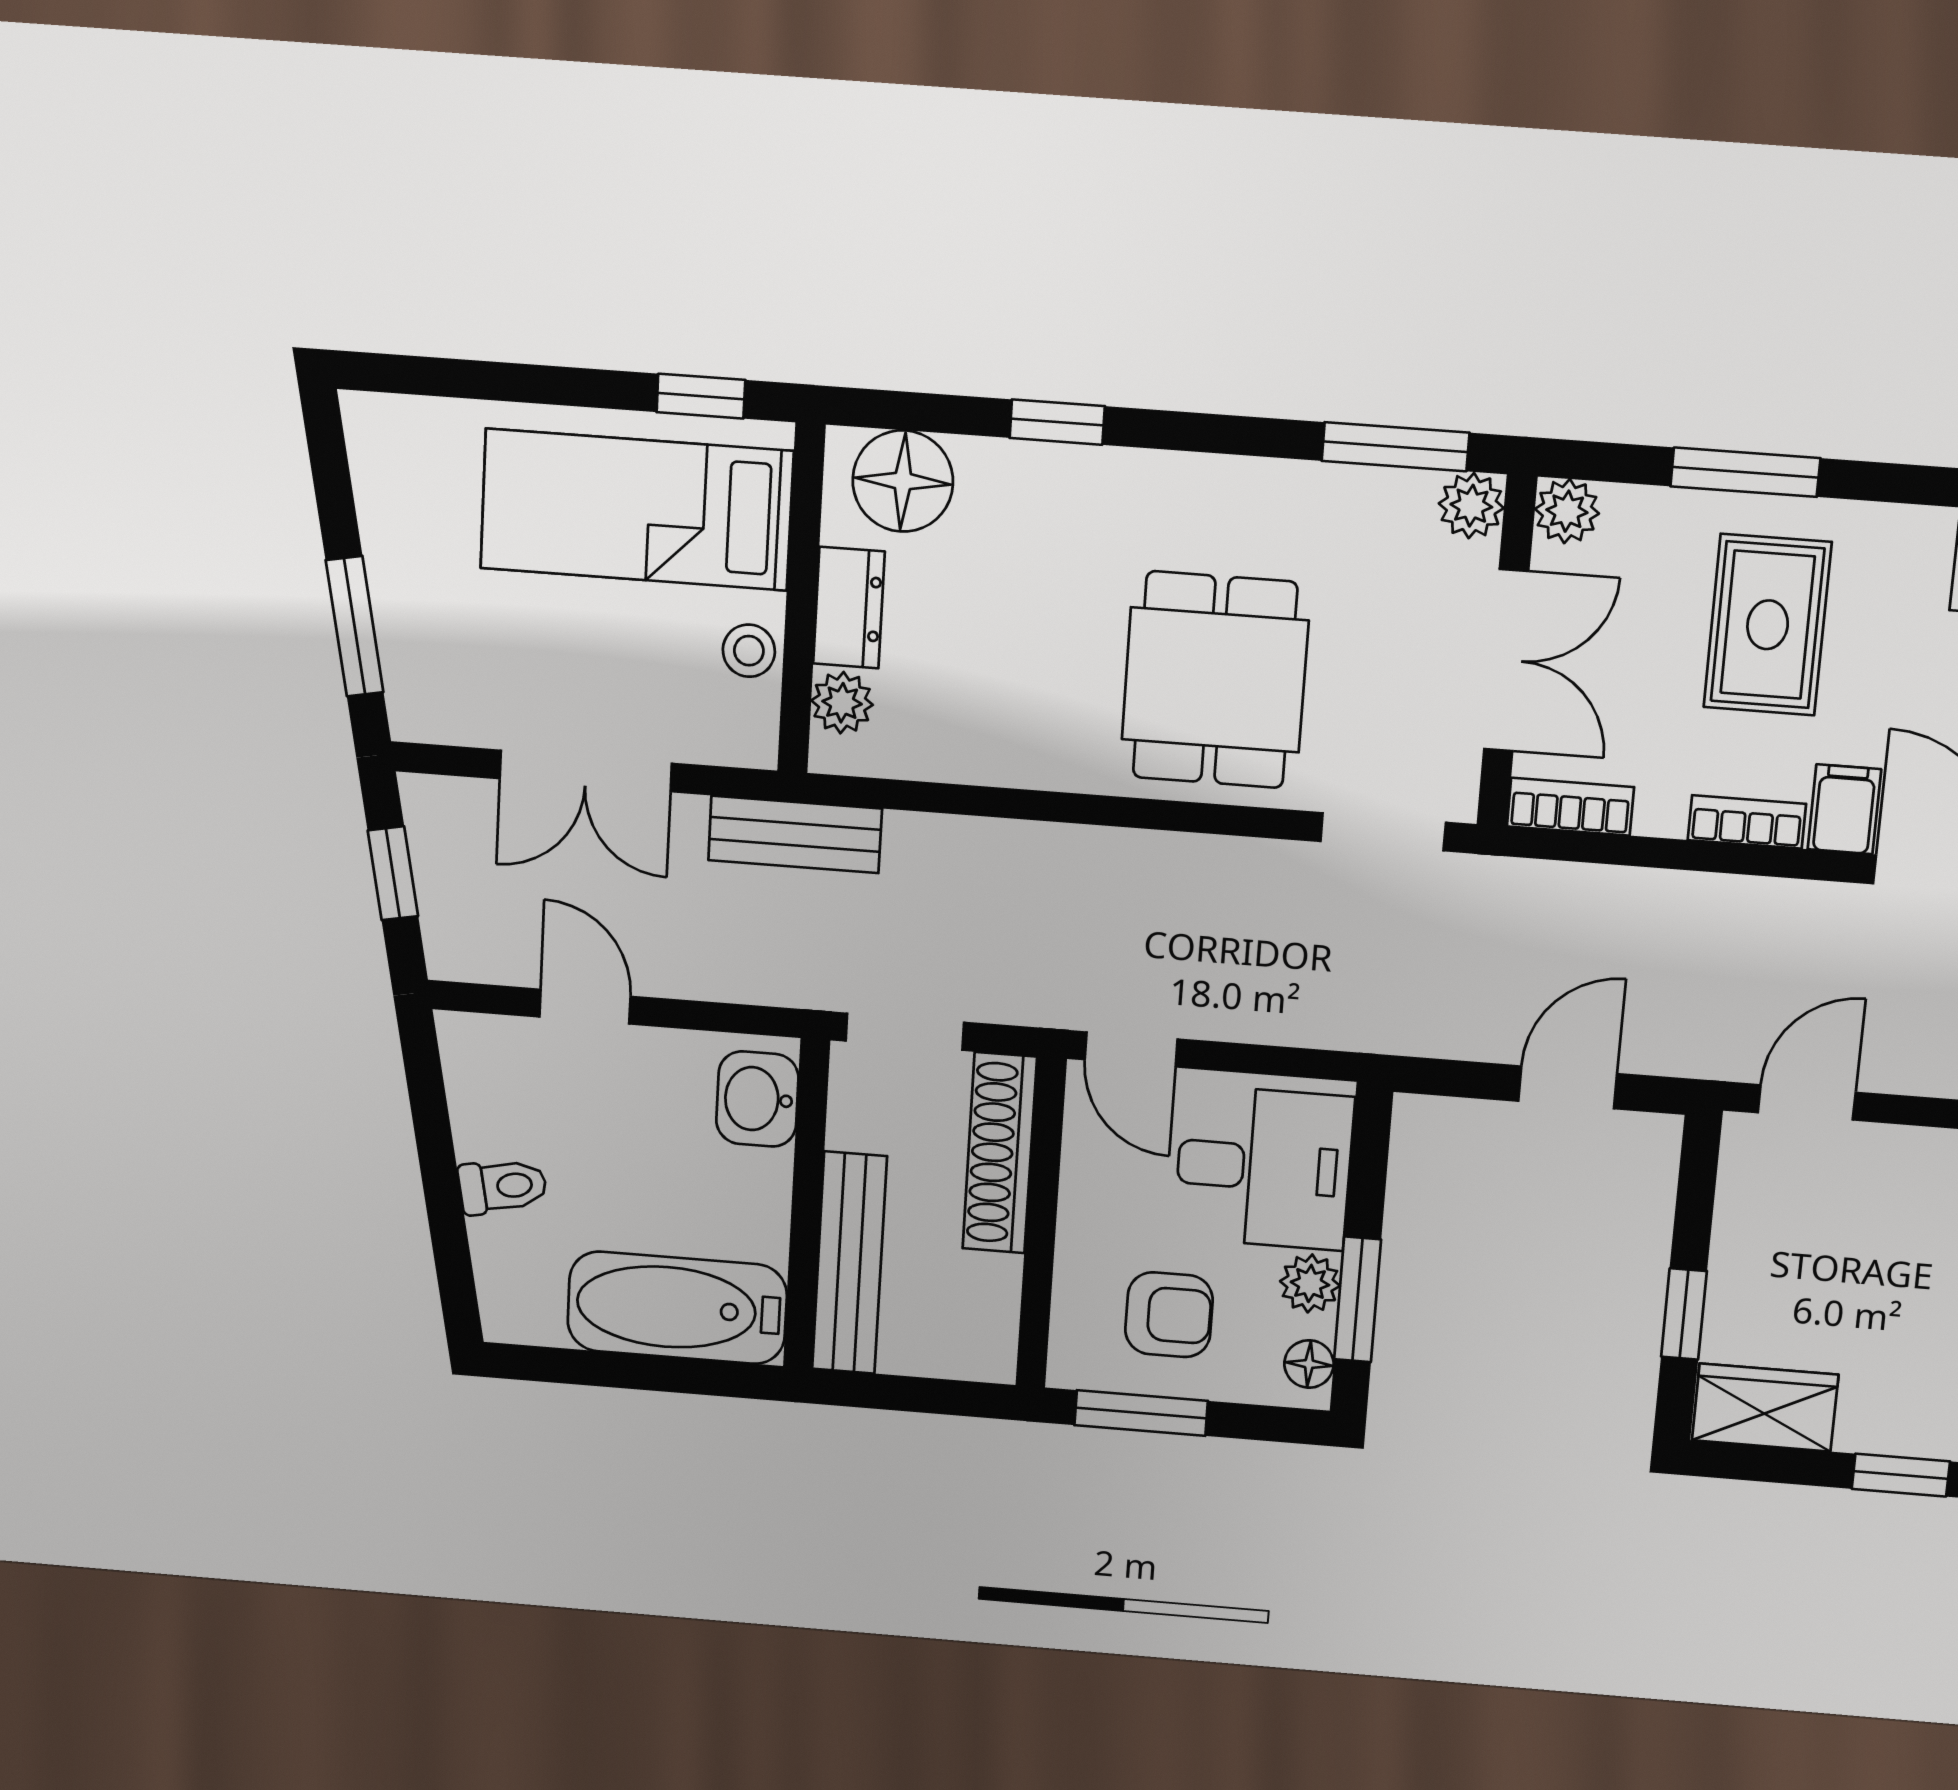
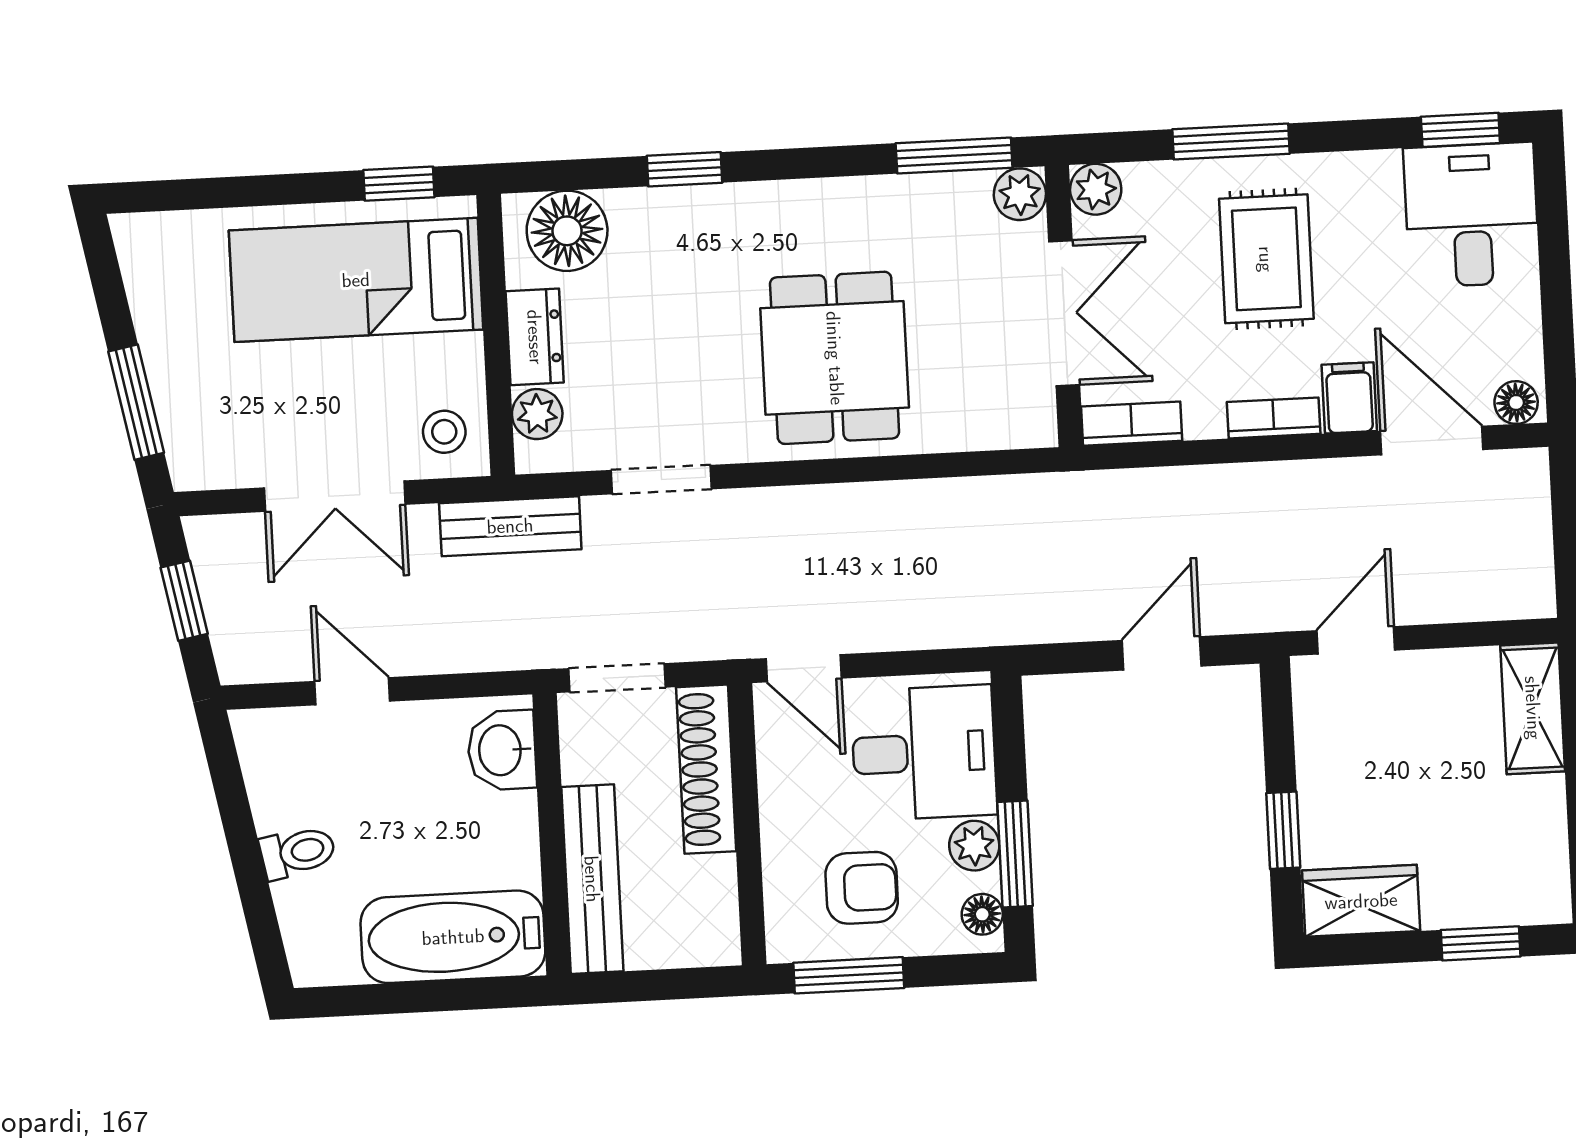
stool: (749, 651) -> (444, 432), moved
doorway: (1383, 832) -> (661, 480), moved

